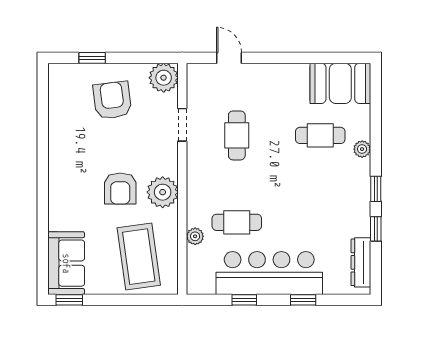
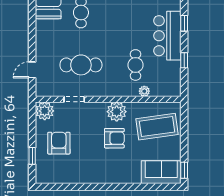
armchair: (112, 100) -> (59, 143), turned 97
cafe table: (237, 135) -> (81, 65), width x1.37, depth x1.35
bar counter: (269, 273) -> (167, 36), width x0.73

